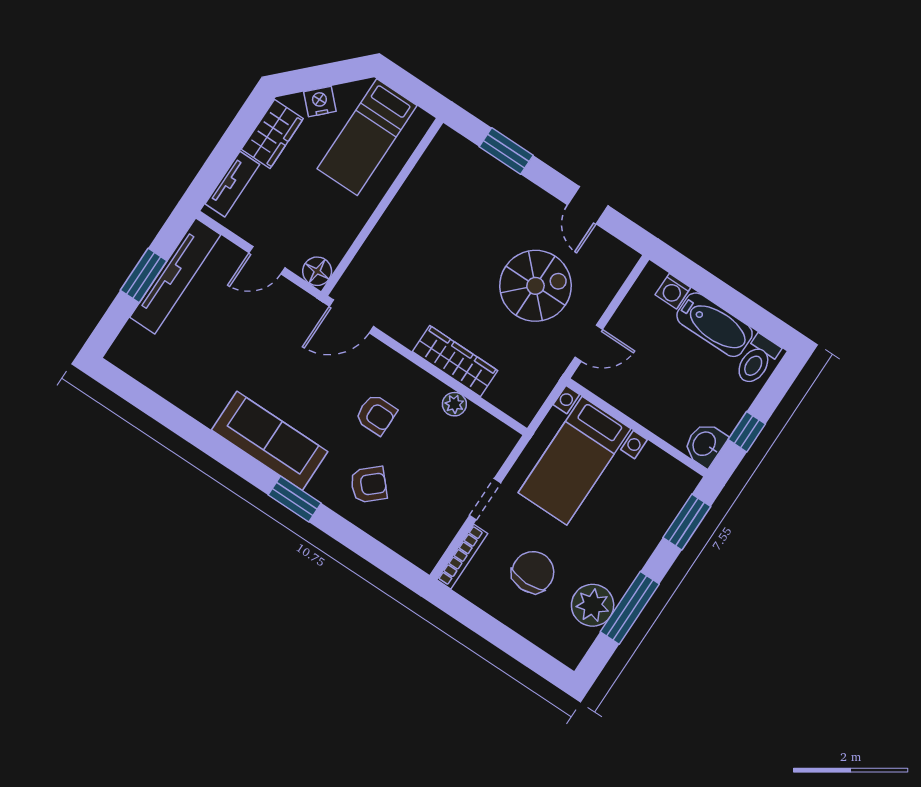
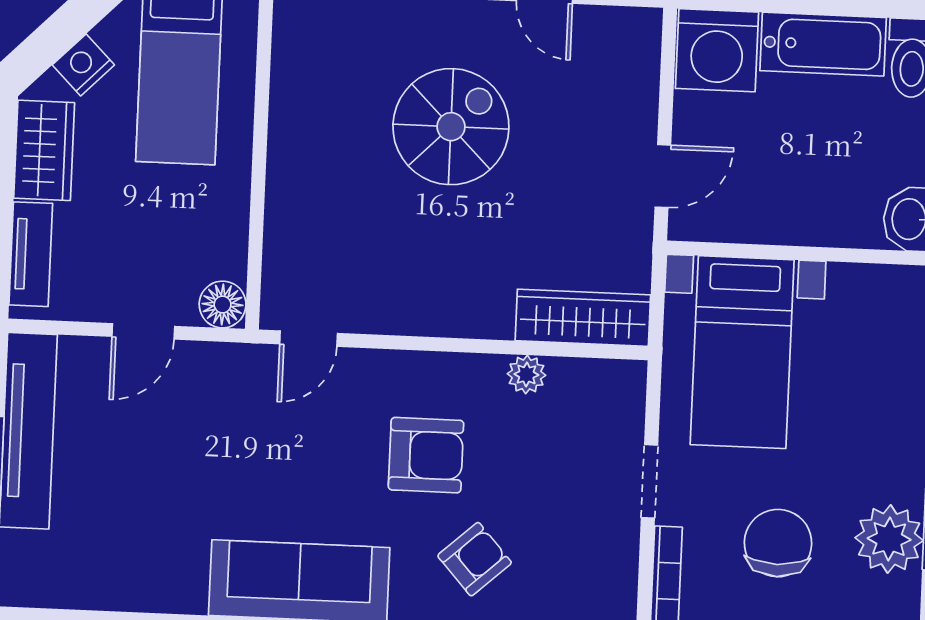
spiral stairs: (535, 286) -> (451, 127), moved
washing machine: (673, 291) -> (717, 50), width x1.89, depth x1.89
door: (351, 316) -> (309, 339), width x0.73
wardrobe: (455, 361) -> (583, 318), moved
armchair: (376, 415) -> (426, 455), width x1.38, depth x1.38

